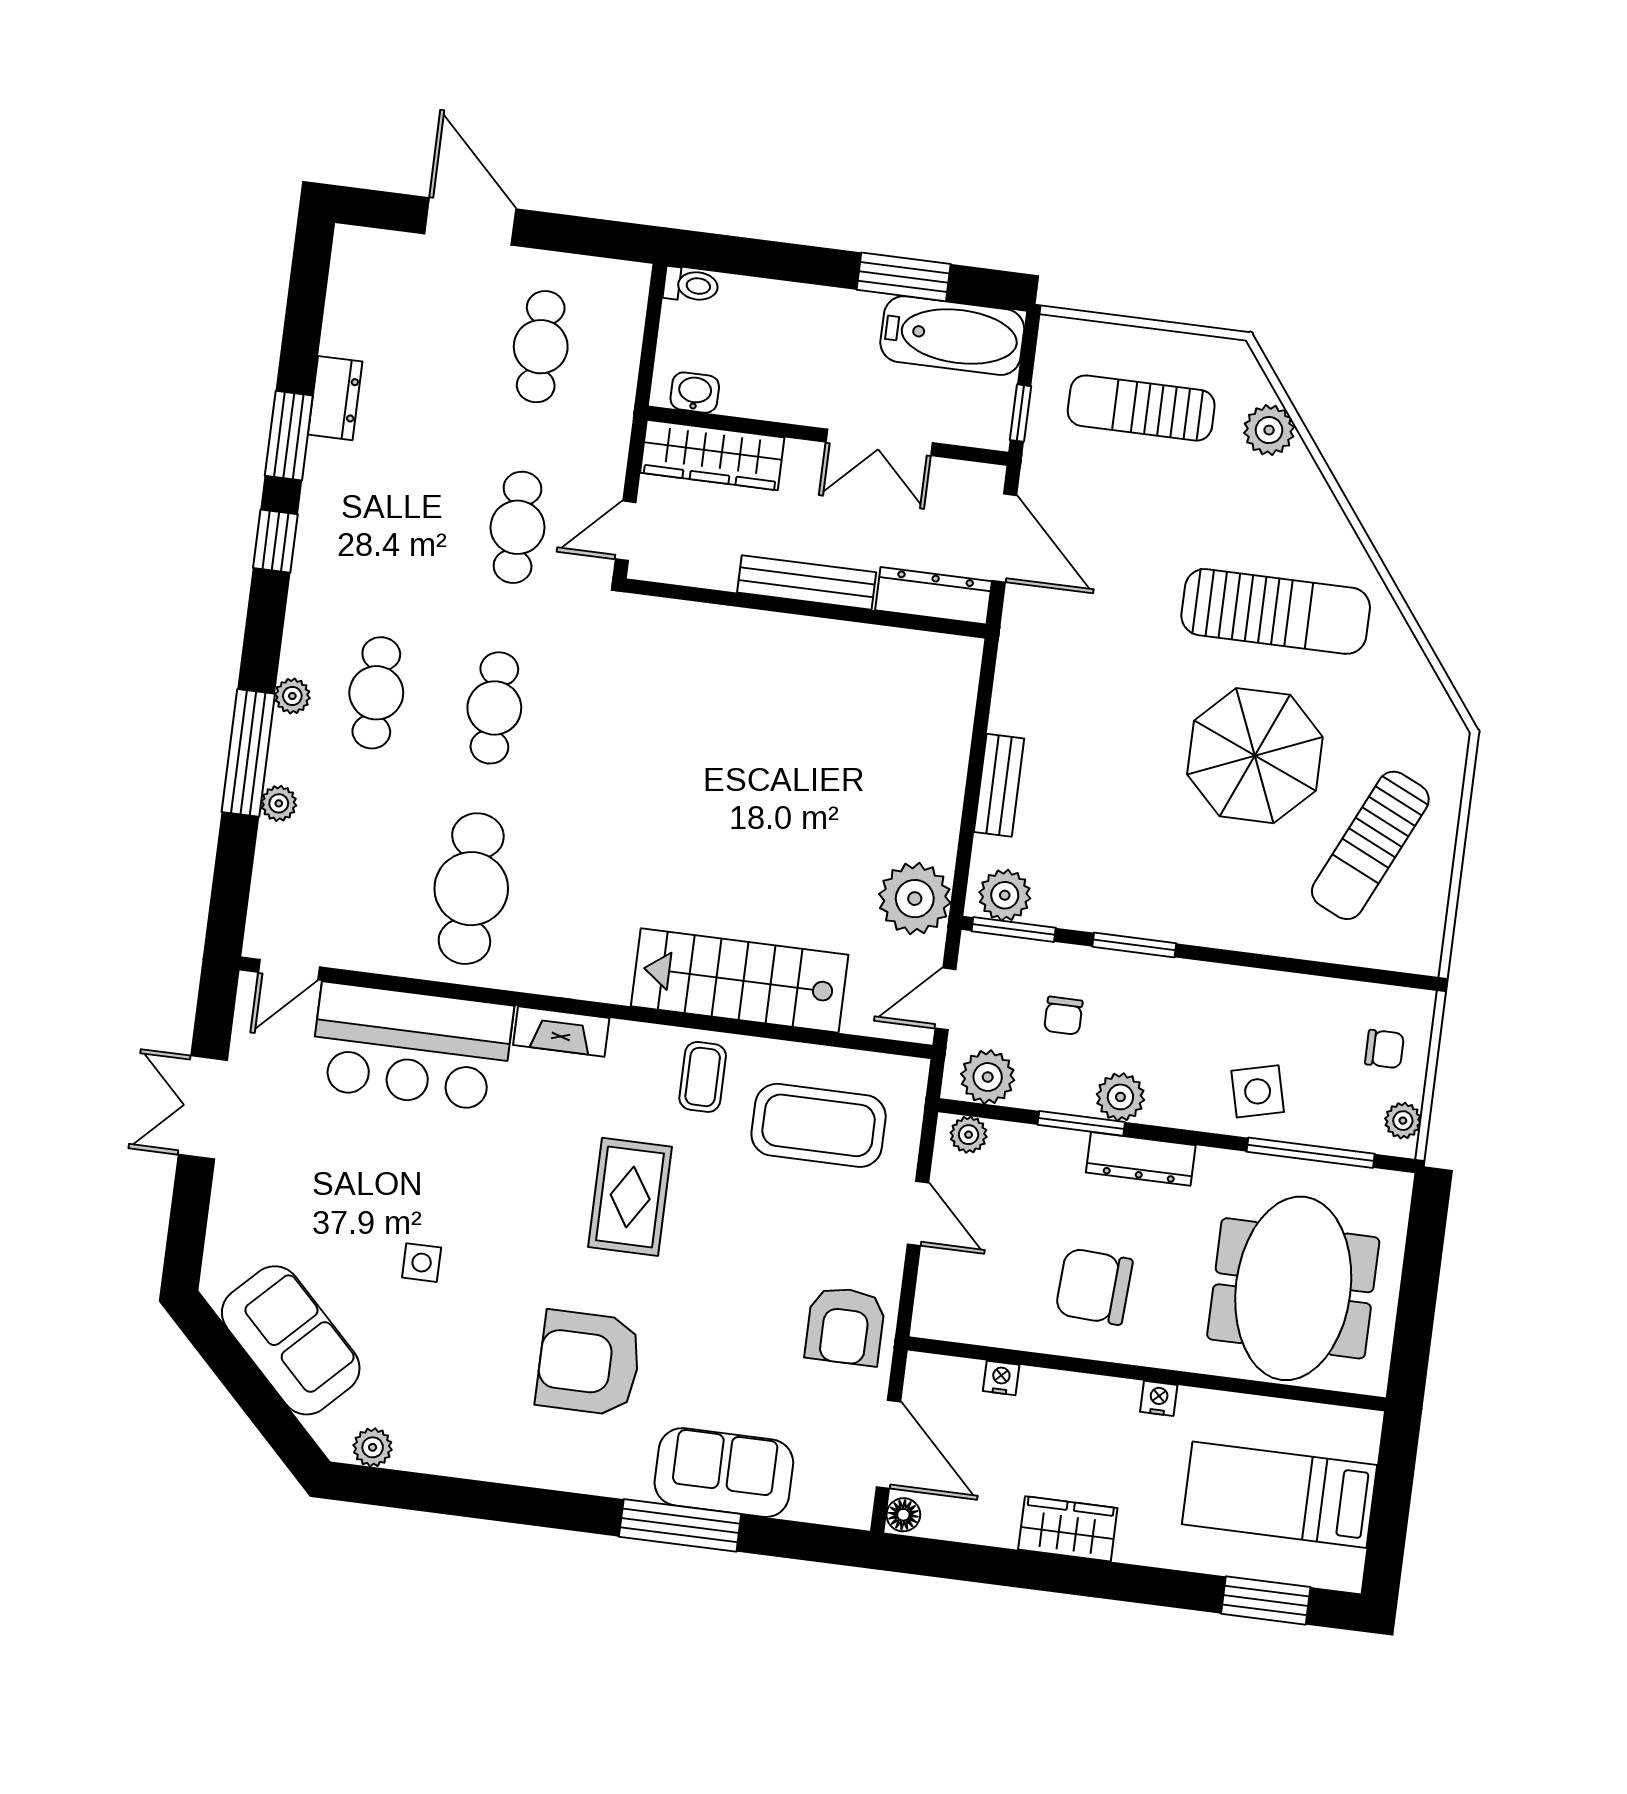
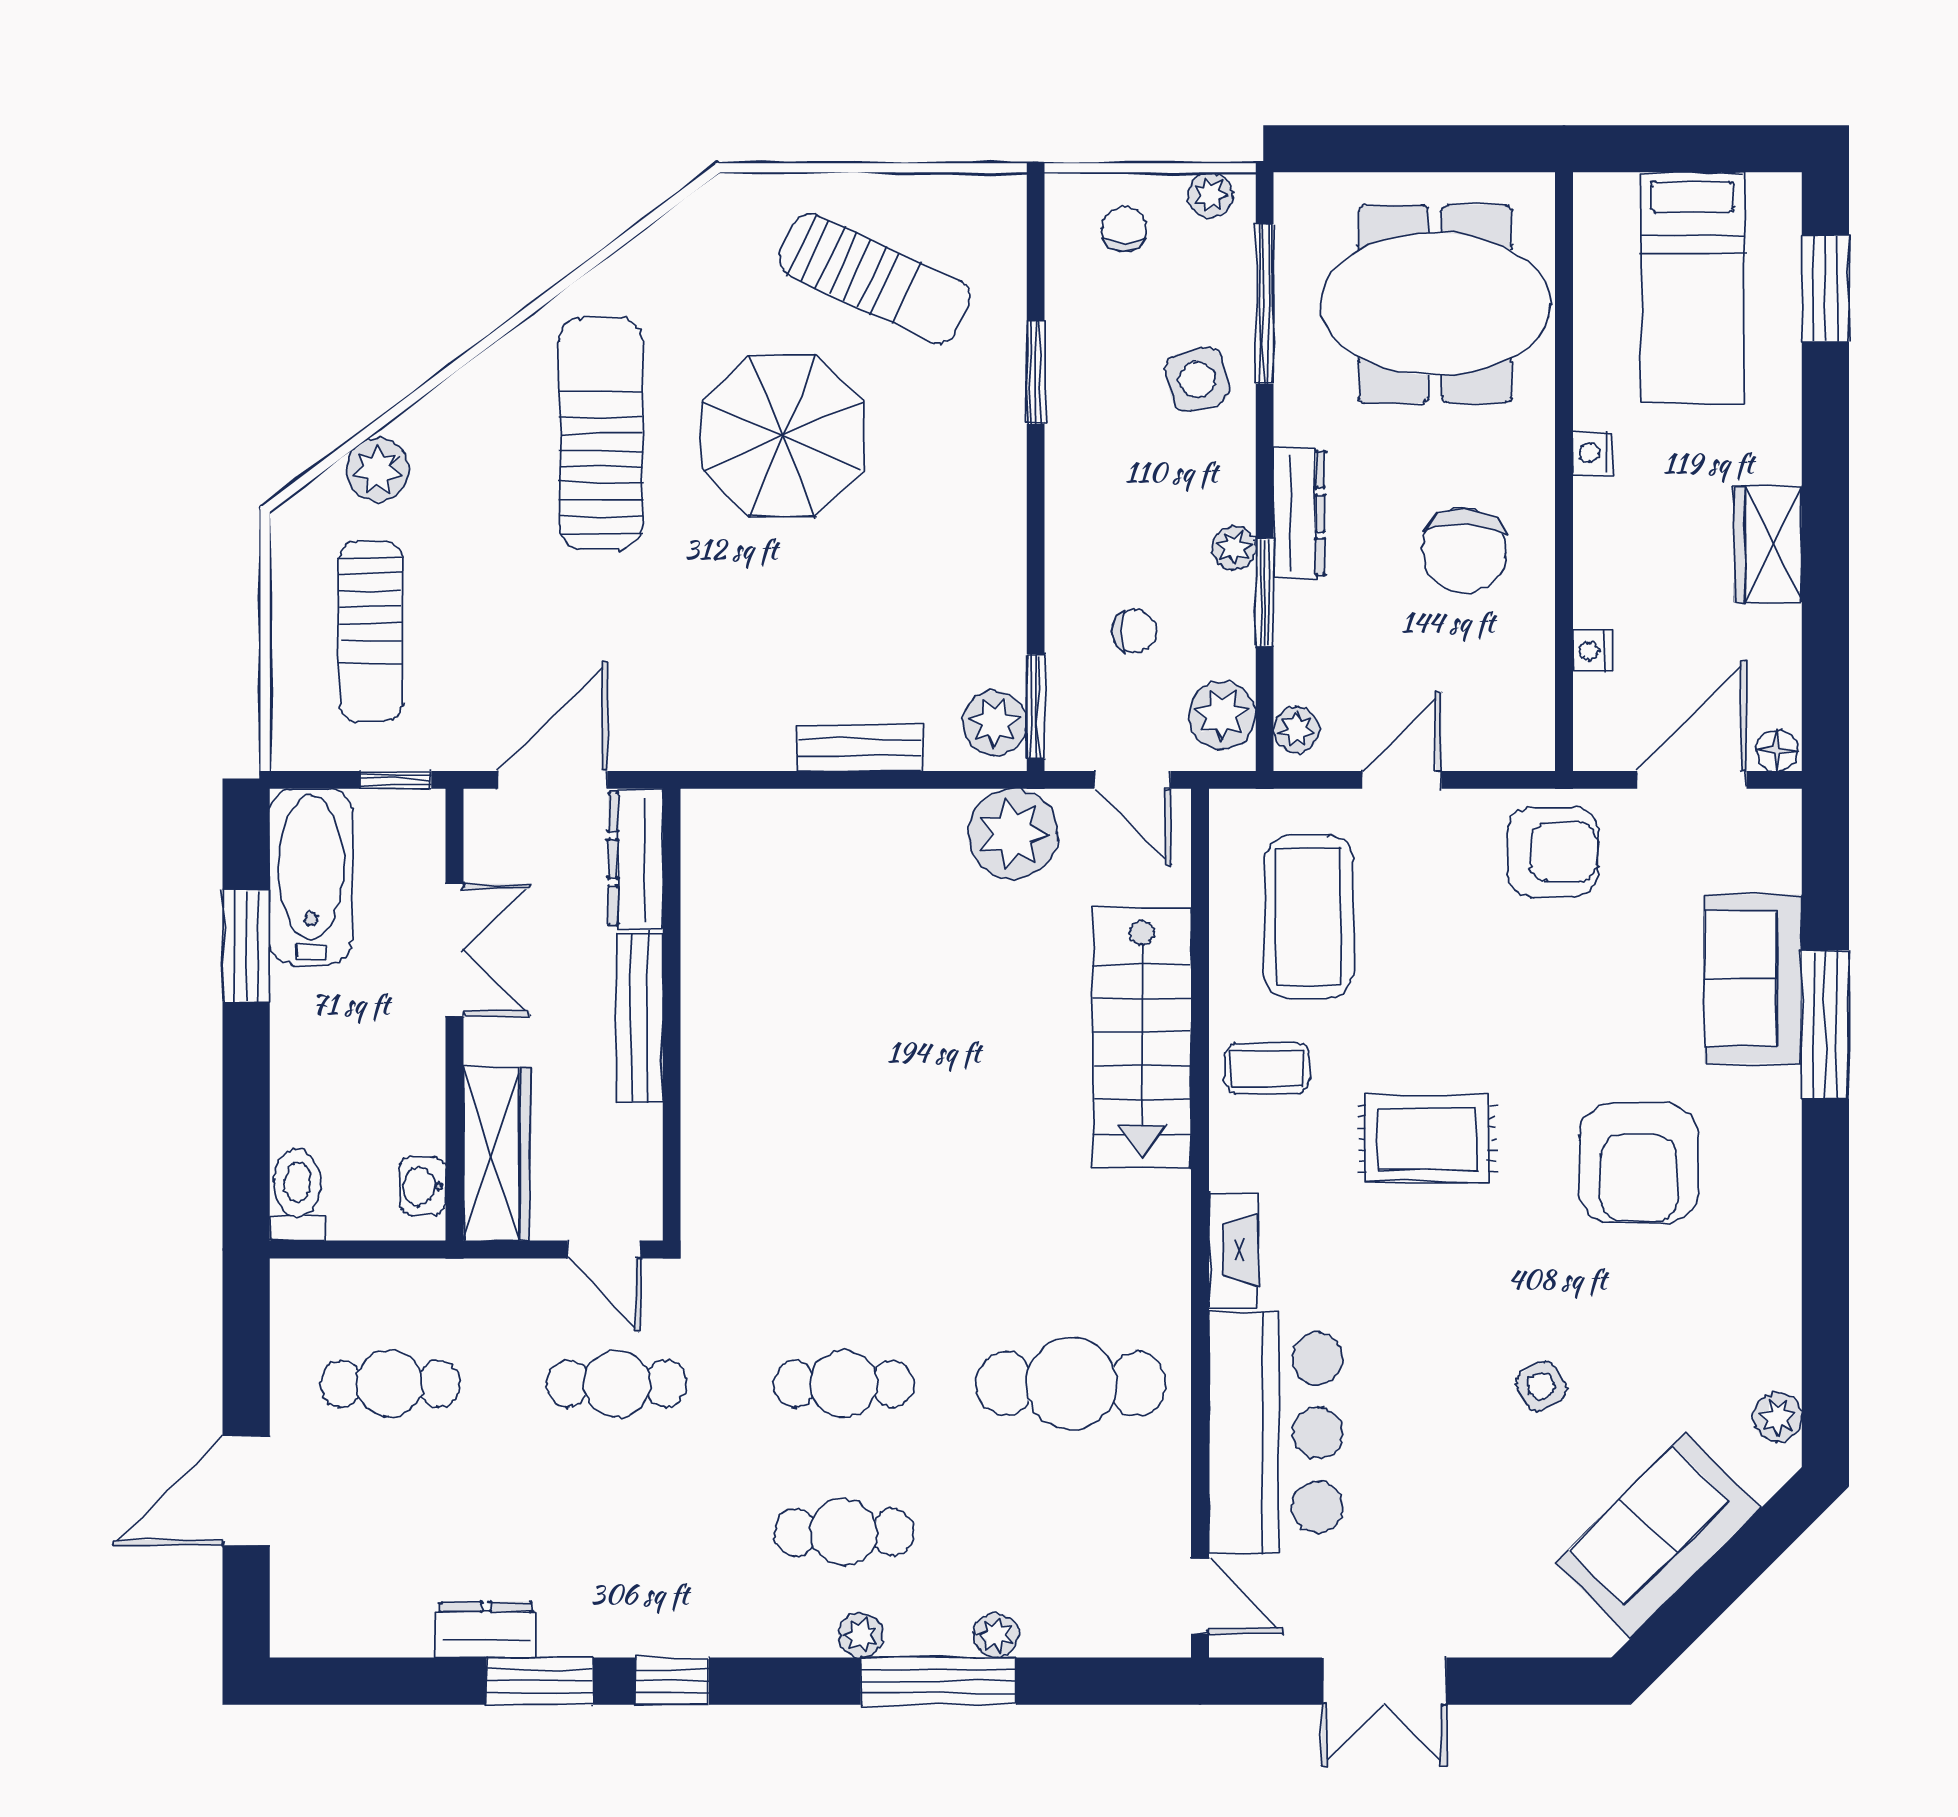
toilet: (691, 285) -> (297, 1195), width x1.37, depth x1.39
window: (1134, 945) -> (1036, 372), moved
plant: (1120, 1097) -> (1234, 548), width x0.73, depth x0.73
side table: (422, 1263) -> (1541, 1386), turned -34

